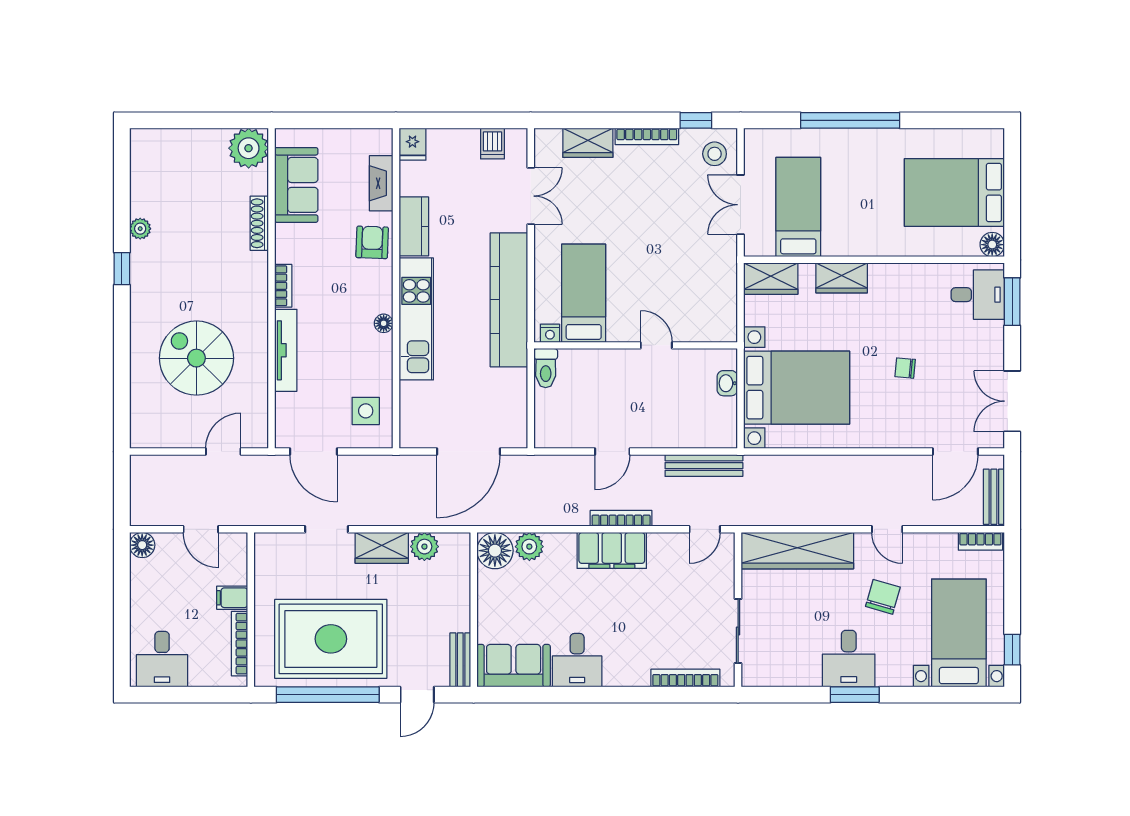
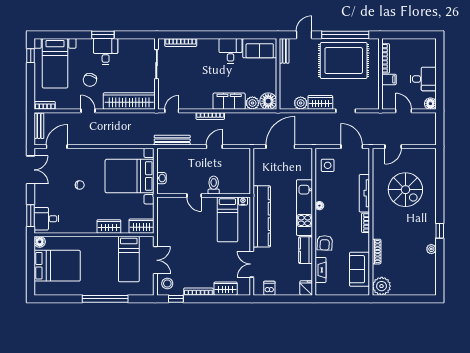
toilet: (546, 368) -> (214, 185), moved
filing cabinet: (612, 550) -> (229, 101), moved
desk: (162, 659) -> (423, 79), moved, turned 90

